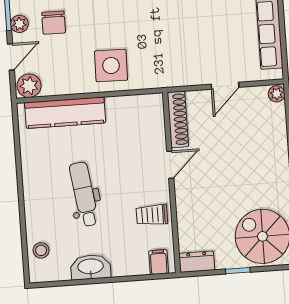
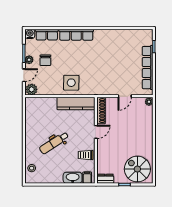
kitchen counter: (65, 113) -> (76, 103), moved
dental chair: (84, 194) -> (54, 143), turned -115
washbasin: (91, 267) -> (73, 178), moved

